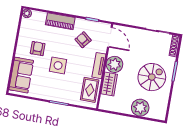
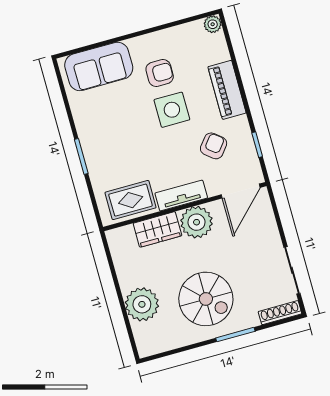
side table: (58, 65) -> (172, 110), moved

